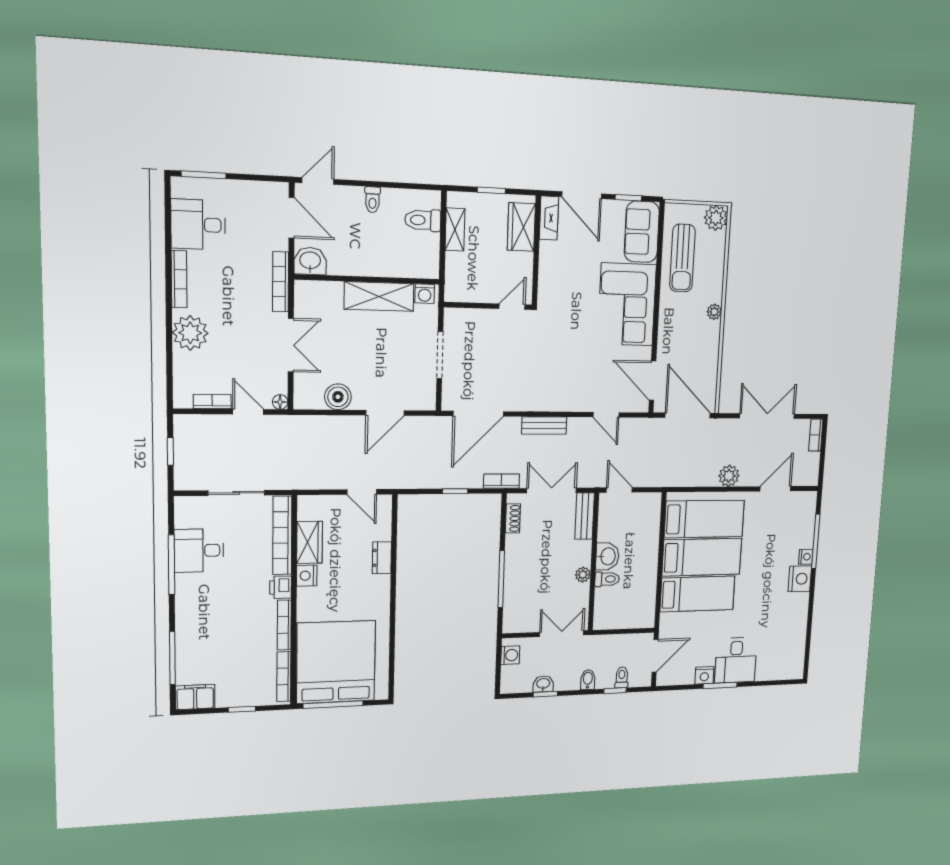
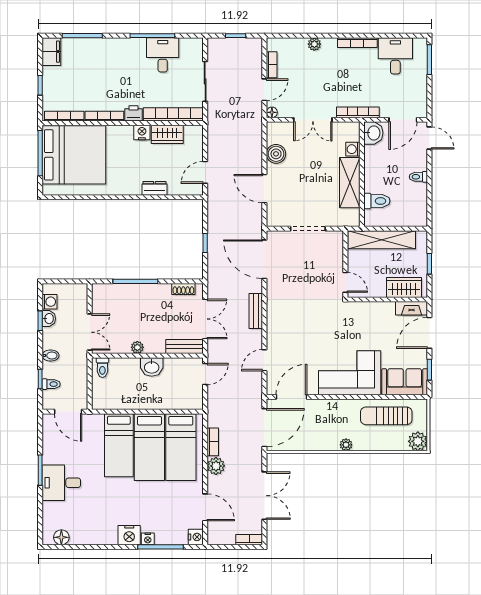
toilet: (423, 220) -> (377, 201), moved, turned 90
shelving: (455, 229) -> (382, 240), width x2.20, depth x1.33
washing machine: (425, 294) -> (353, 149), moved
plant: (190, 333) -> (314, 44), width x0.53, depth x0.53
bookcase: (501, 481) -> (213, 442), moved
toilet: (607, 579) -> (102, 368), moved
washing machine: (510, 655) -> (50, 302), moved, turned -90
floor lamp: (796, 657) -> (61, 537), added
nightstand: (704, 675) -> (196, 537), moved, turned 180

